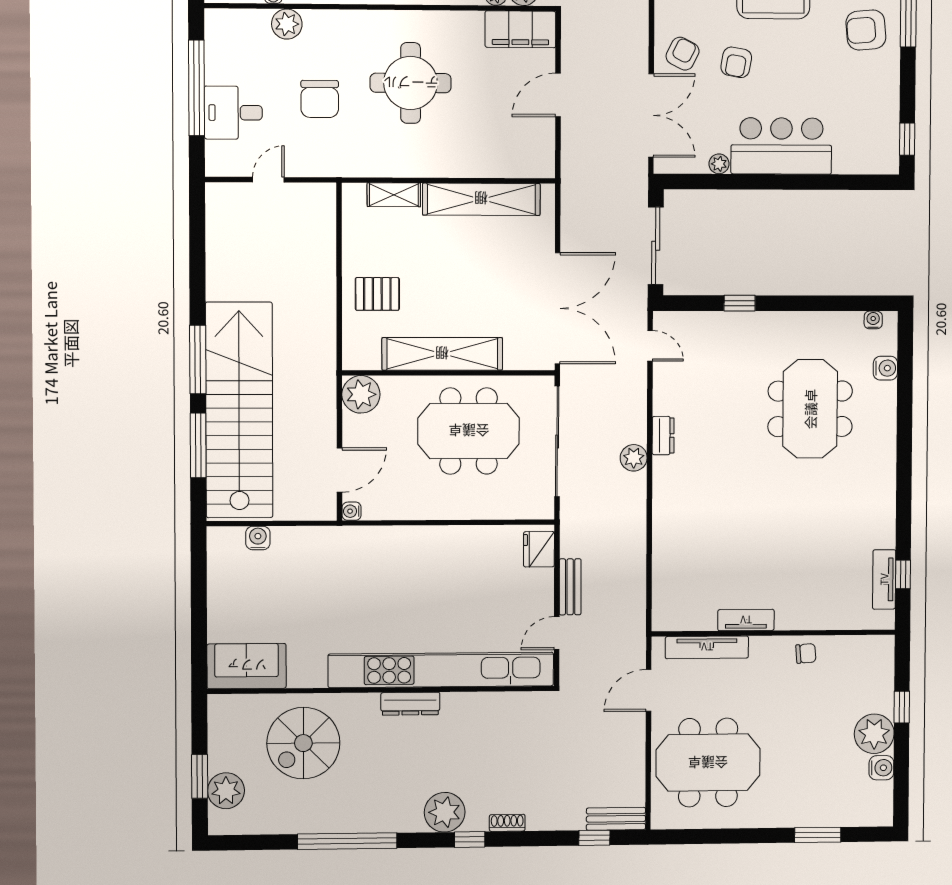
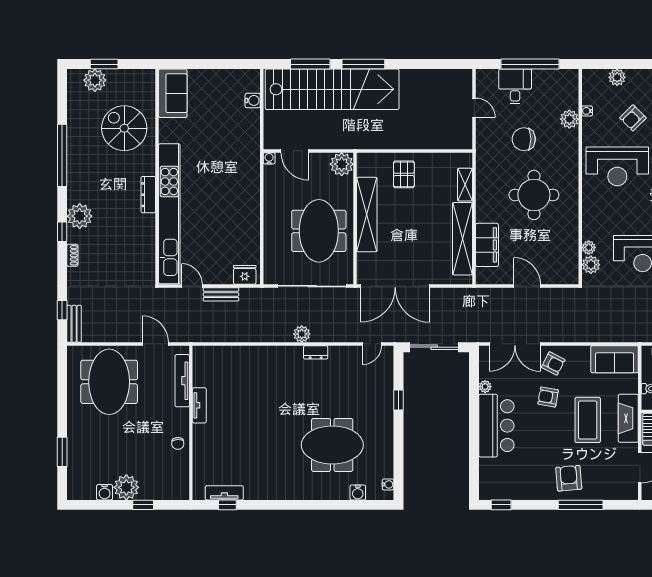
filing cabinet: (520, 29) -> (487, 245), moved, turned 180

